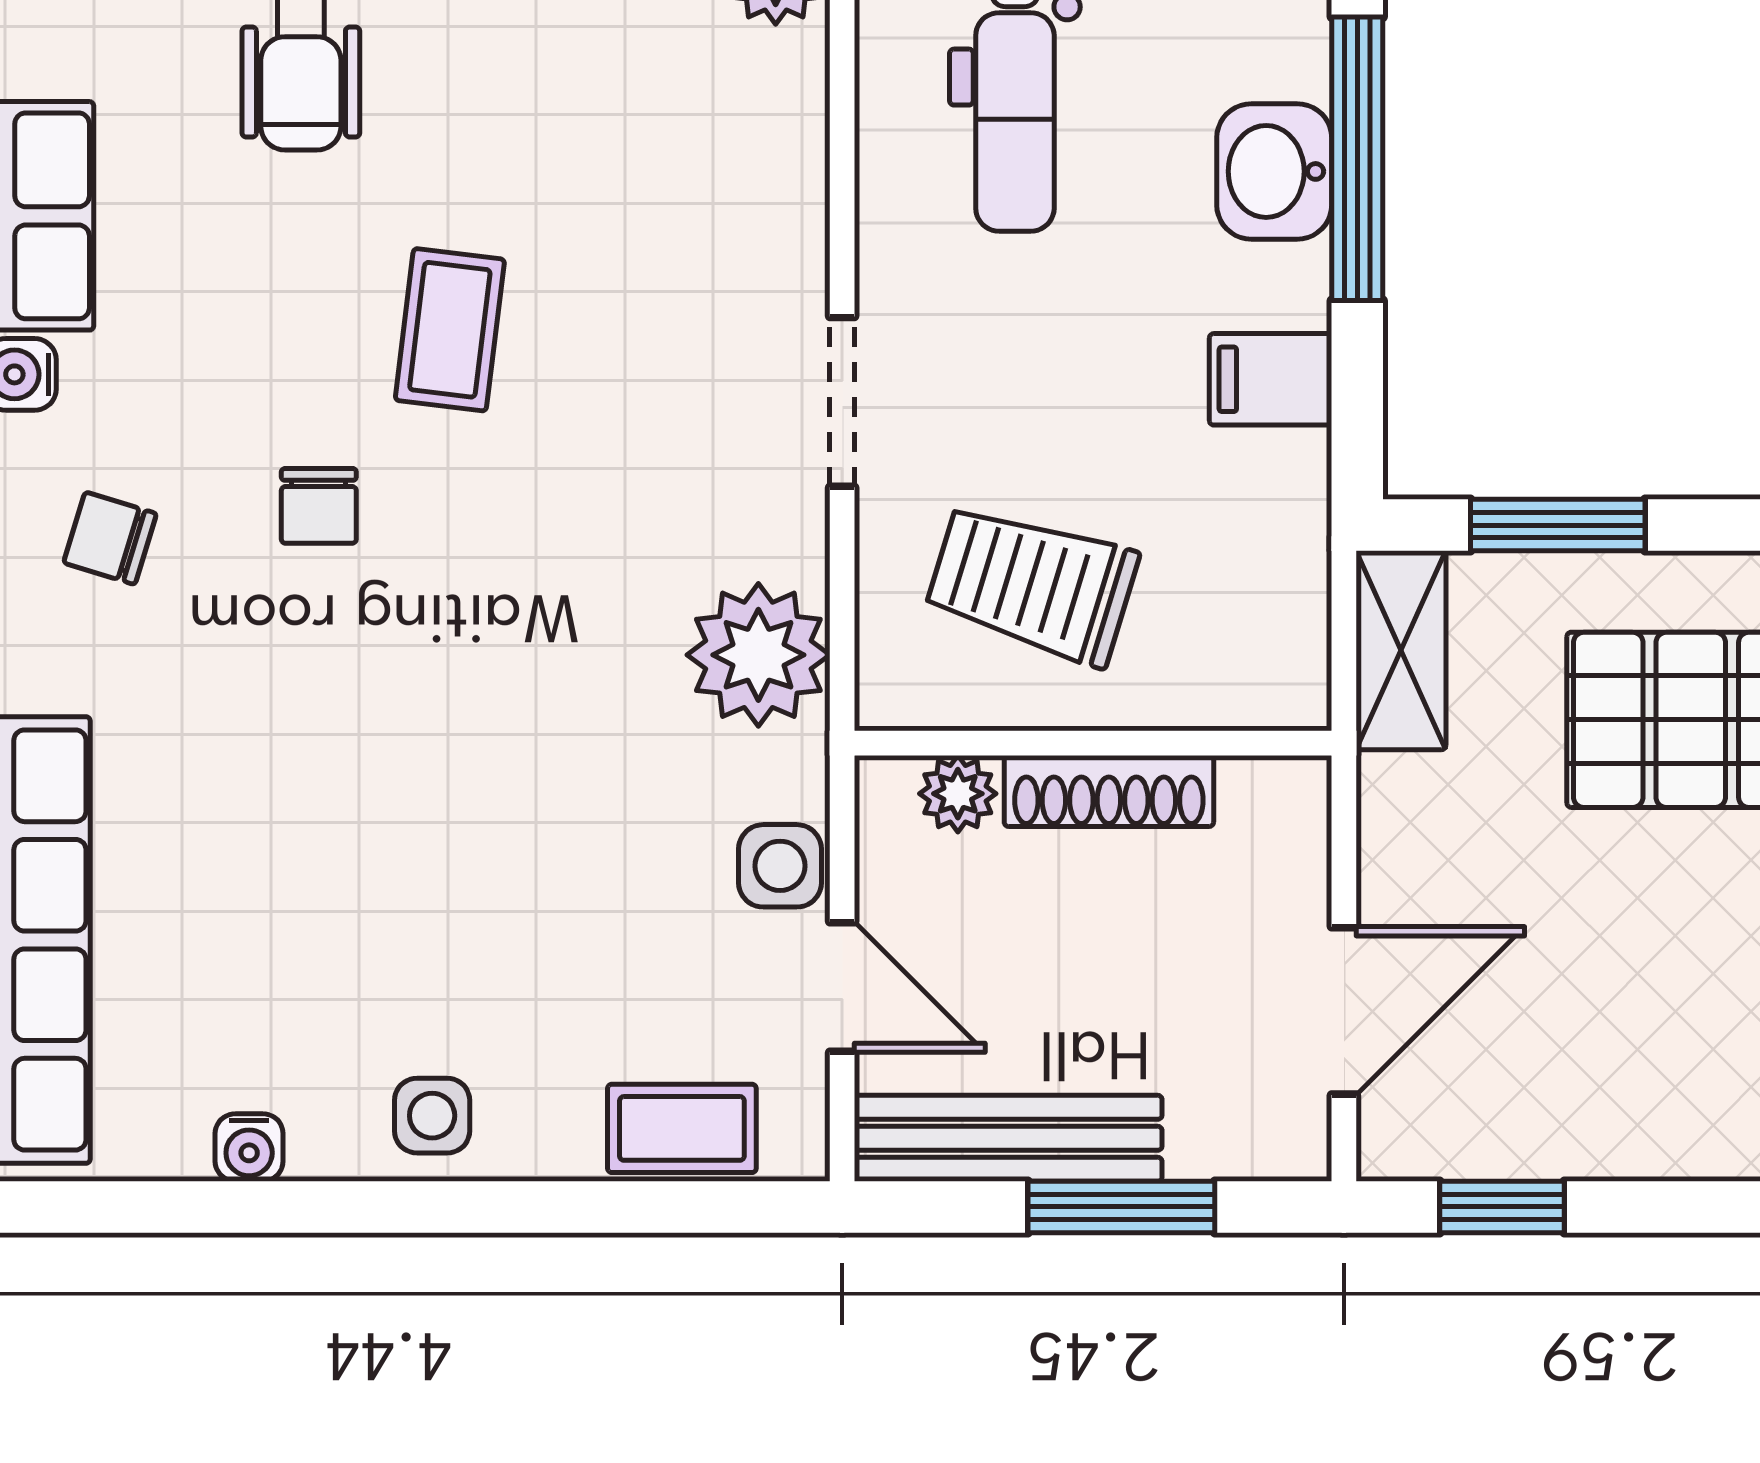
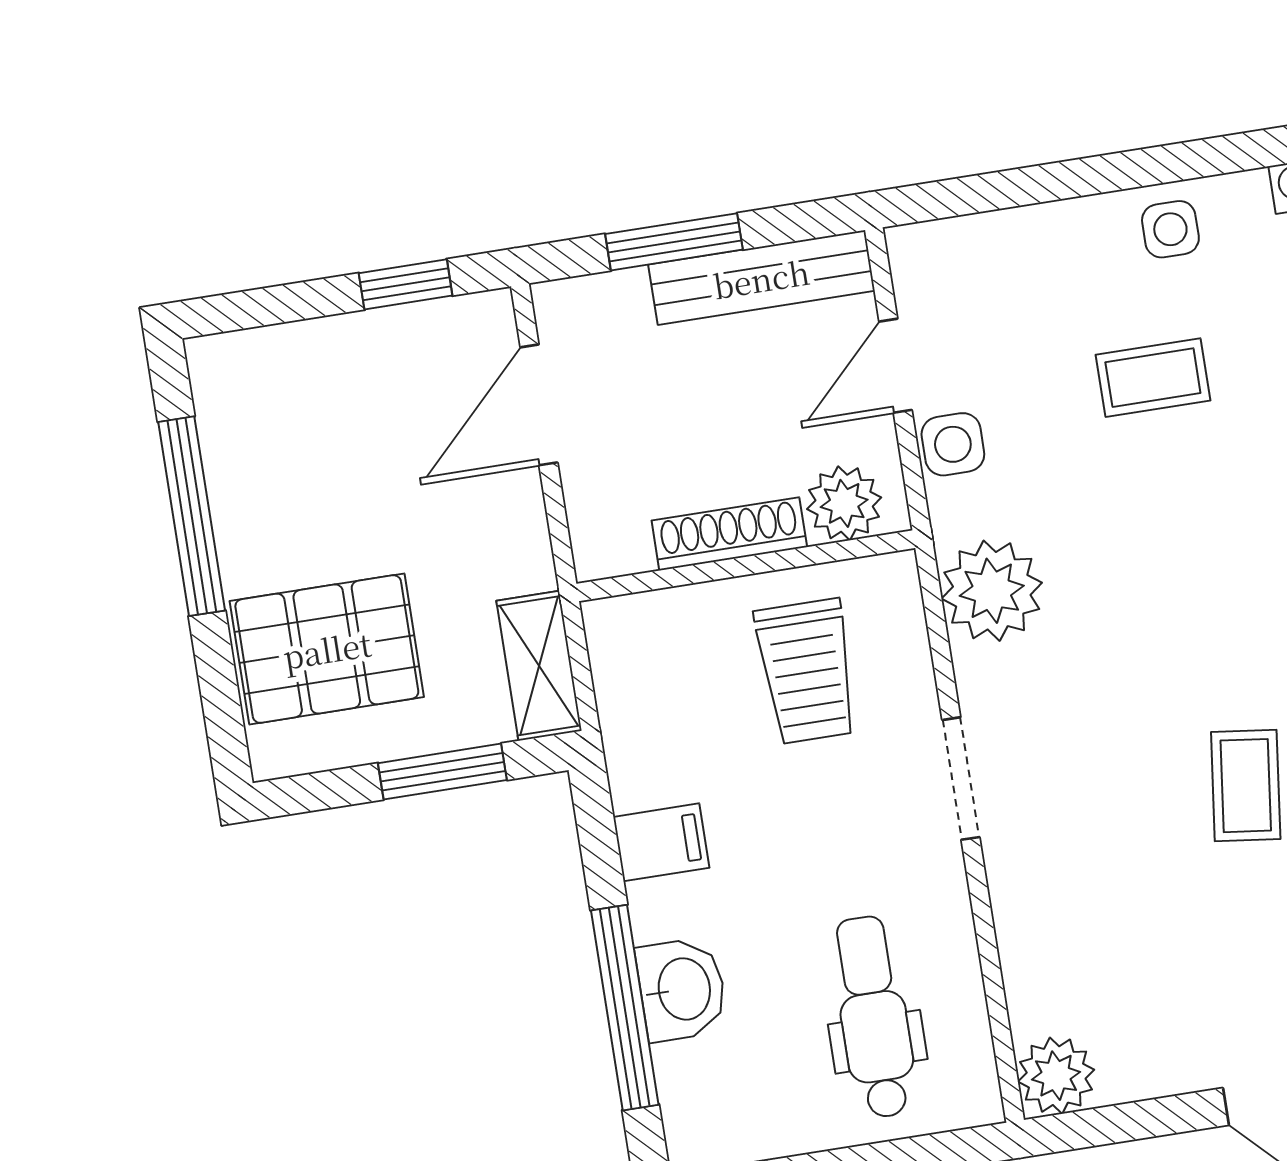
trolley: (1032, 584) -> (807, 671), turned 73
plant: (958, 794) -> (844, 503), width x1.38, depth x1.38
door: (842, 987) -> (896, 366), hinge flipped
coffee table: (682, 1128) -> (1153, 378), moved

